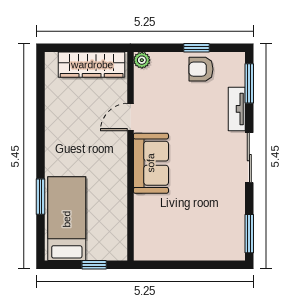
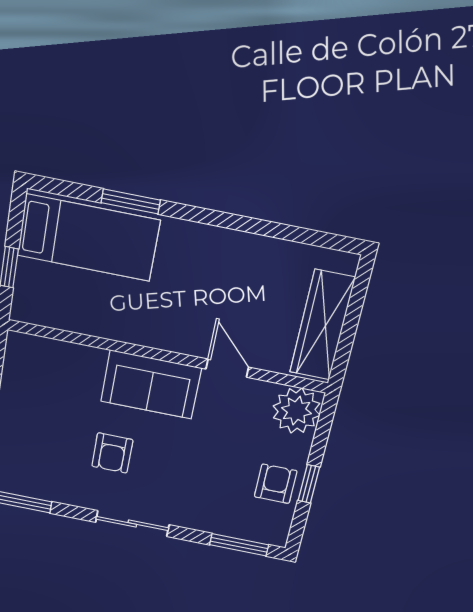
plant: (142, 60) -> (297, 411), width x1.87, depth x1.87
tv unit: (237, 109) -> (206, 521), removed
armchair: (202, 180) -> (112, 453), added

